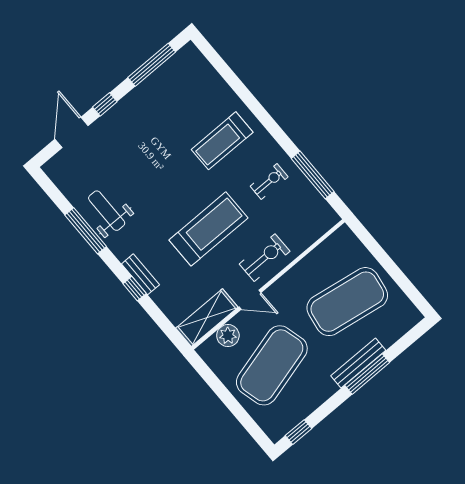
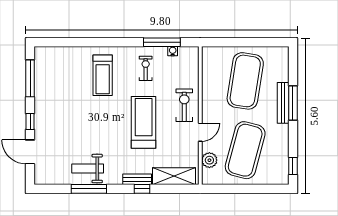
water cooler: (313, 195) -> (173, 51), added
shelving: (207, 318) -> (174, 176), moved, turned 90
exercise mat: (272, 365) -> (245, 150), turned 30

